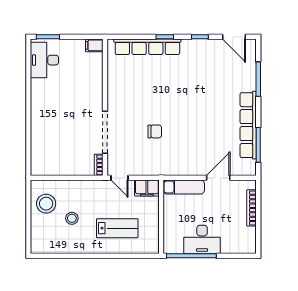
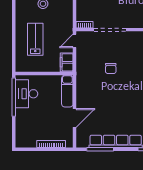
door: (218, 178) -> (75, 118), hinge flipped
lab bench: (117, 228) -> (35, 39), turned 180
desk: (202, 239) -> (26, 94), moved

